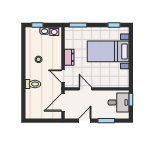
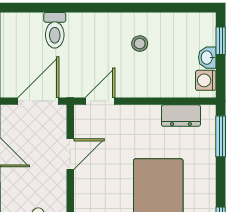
dresser: (69, 57) -> (181, 116), moved
toilet: (33, 84) -> (55, 30), moved
door: (63, 102) -> (38, 101), hinge flipped

